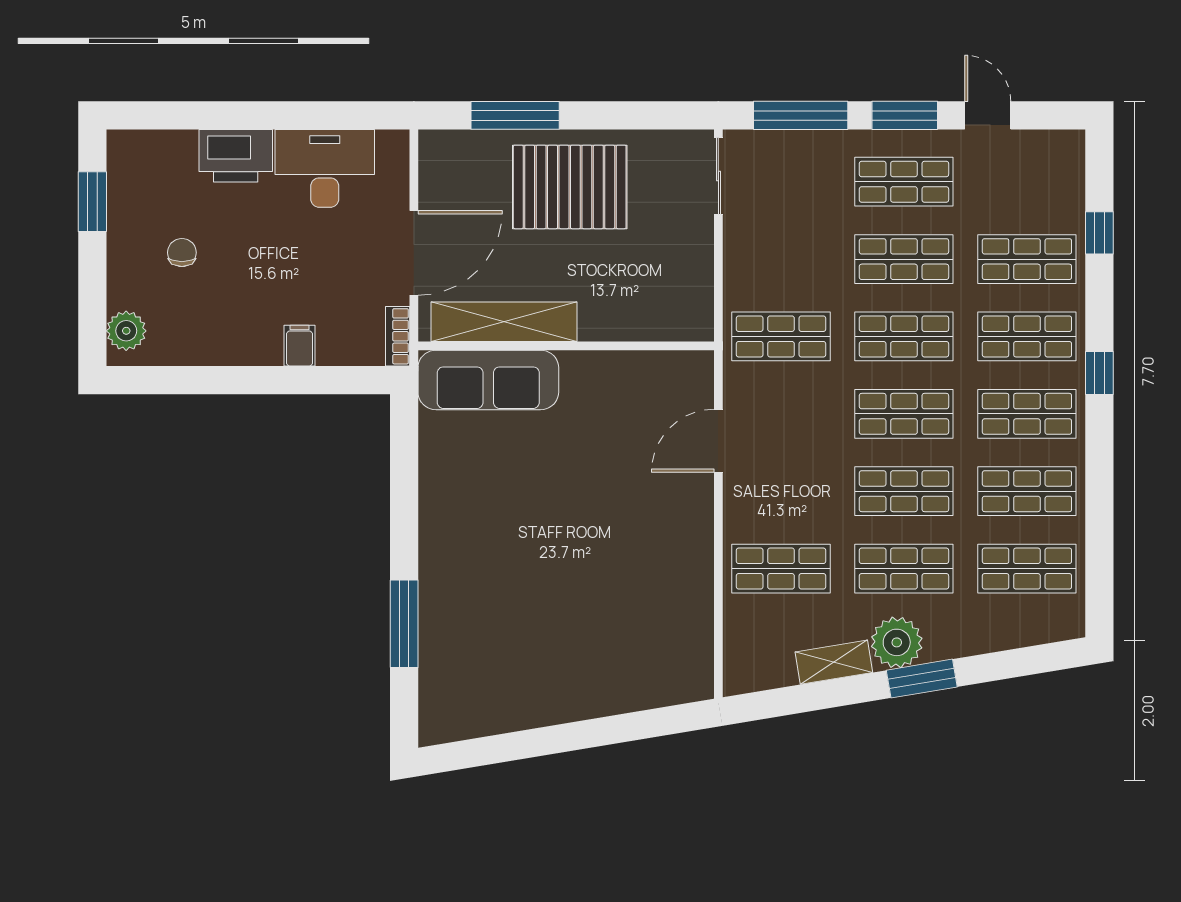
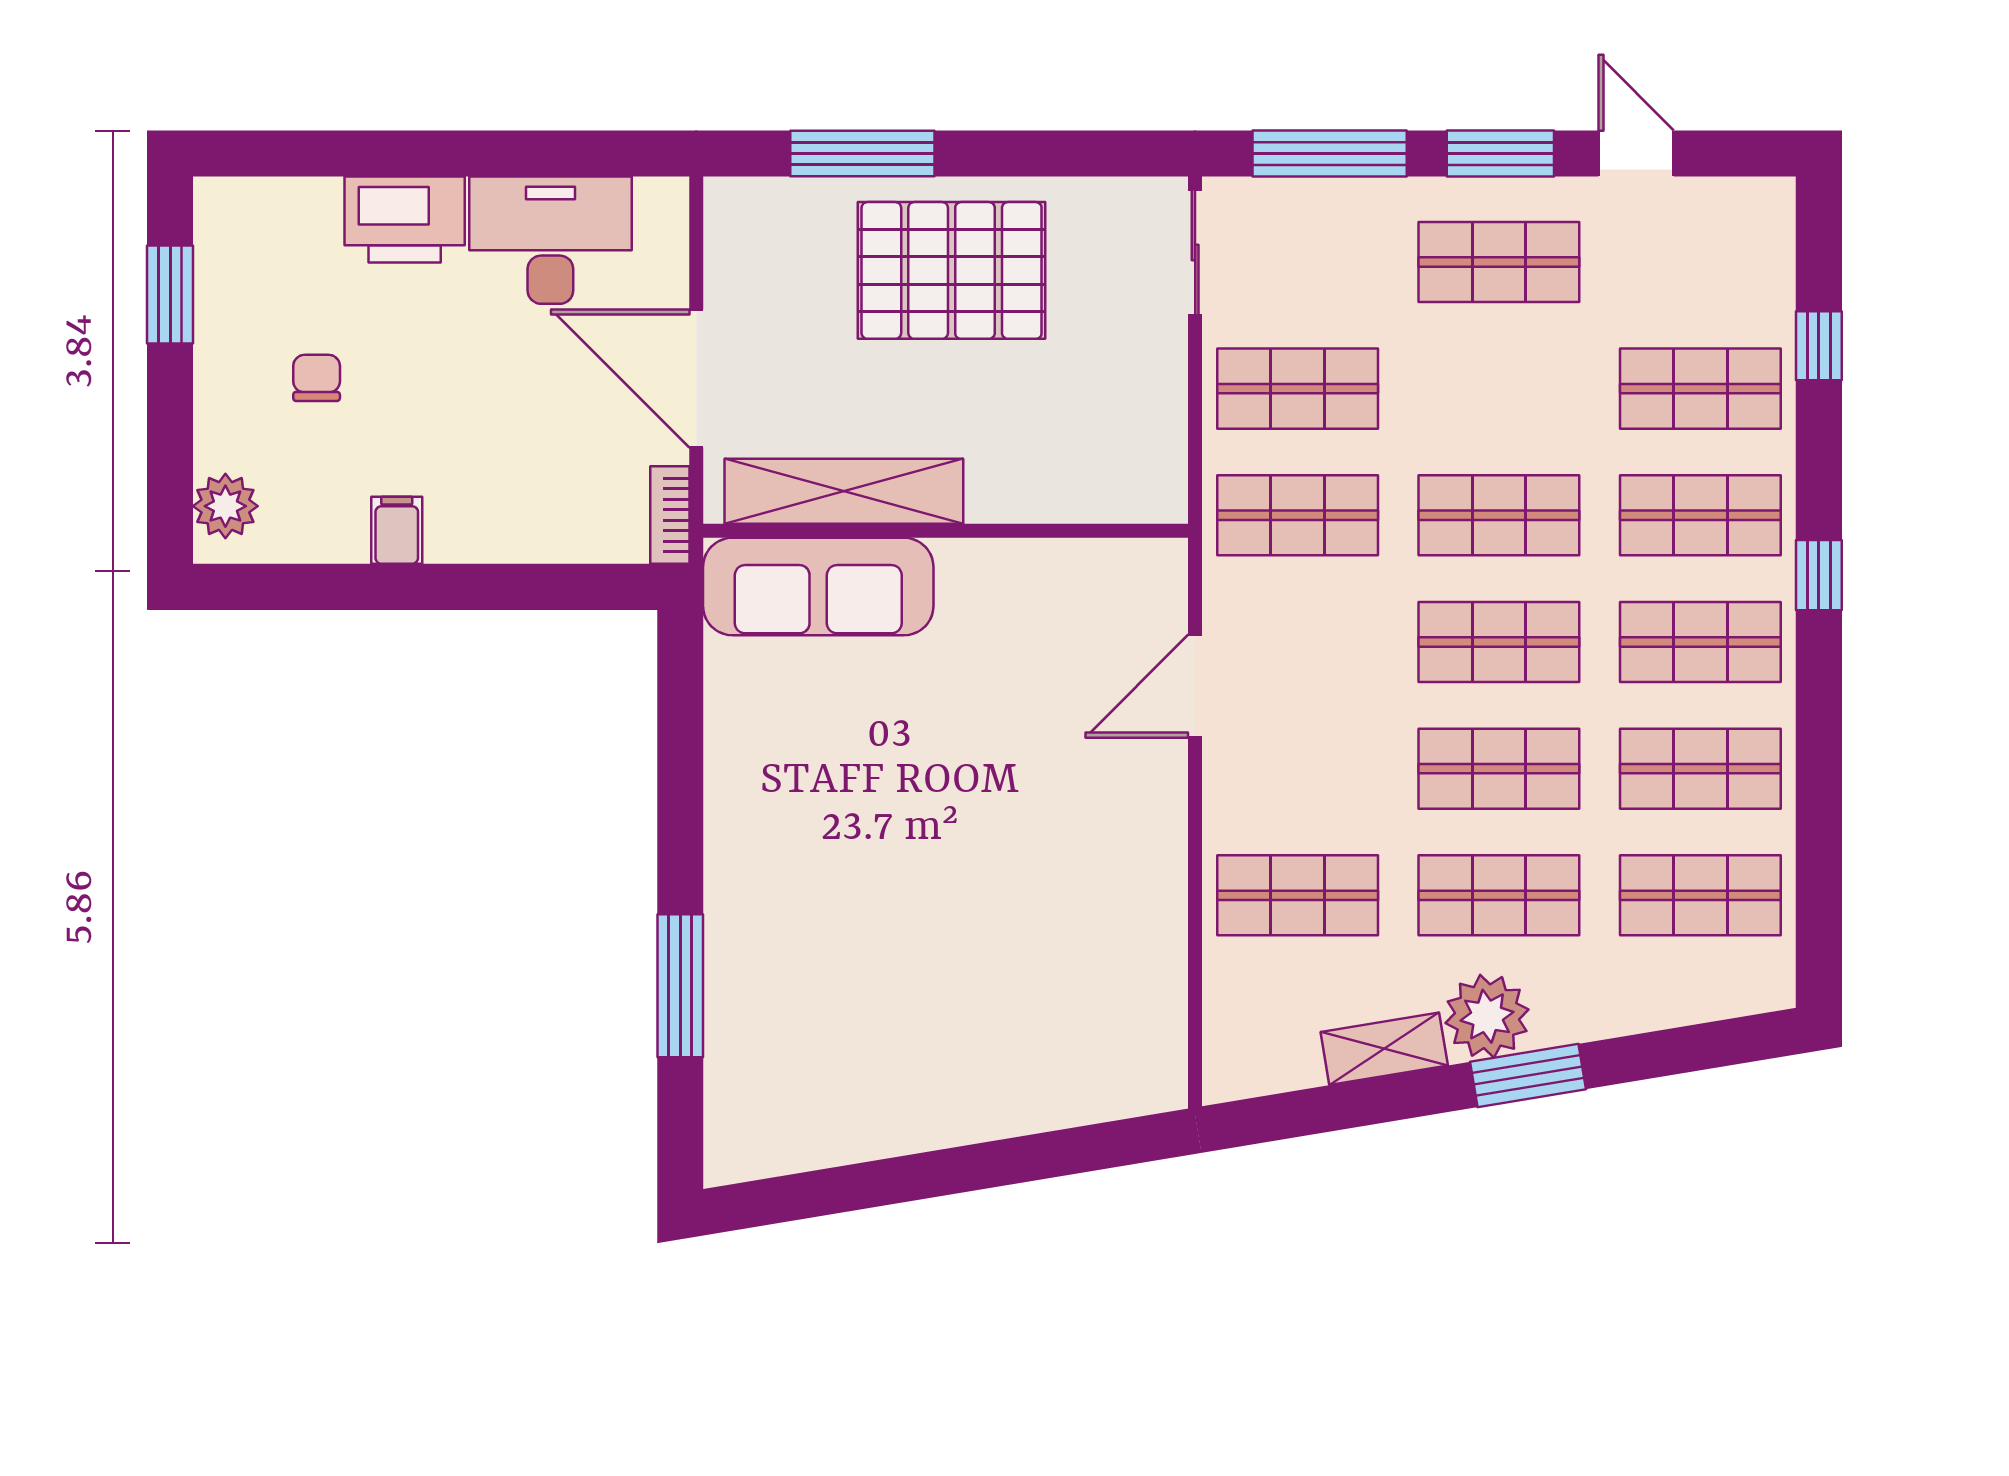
door: (414, 253) -> (696, 379), swing flipped
shop shelf: (904, 259) -> (1298, 389), moved
filing cabinet: (300, 346) -> (397, 530), moved

